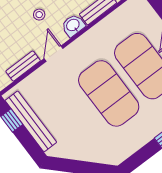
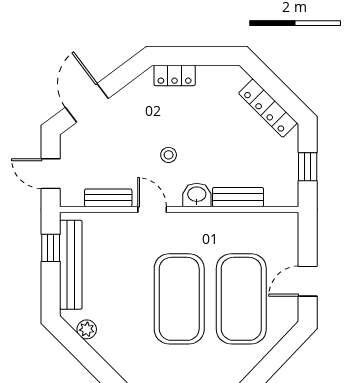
door: (54, 54) -> (152, 209), hinge flipped
plant: (68, 152) -> (87, 329), added

